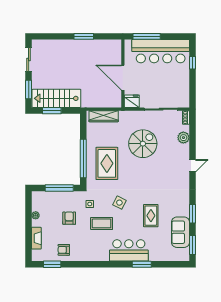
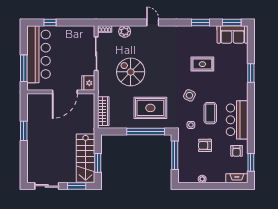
sofa: (181, 232) -> (233, 34), moved
fireplace: (36, 238) -> (237, 178), moved
bar counter: (129, 250) -> (237, 120), moved

